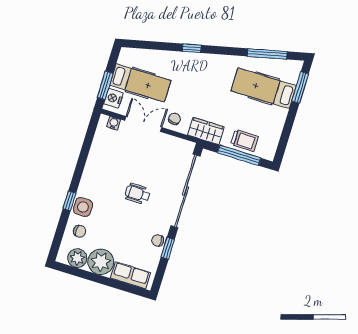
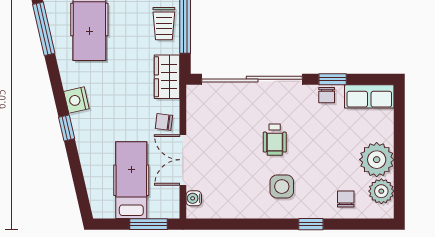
nightstand: (114, 98) -> (76, 100), moved, turned 77
trolley: (244, 140) -> (164, 24), turned 180
side table: (83, 207) -> (282, 187), moved
row of seats: (131, 275) -> (369, 96), moved, turned -90

